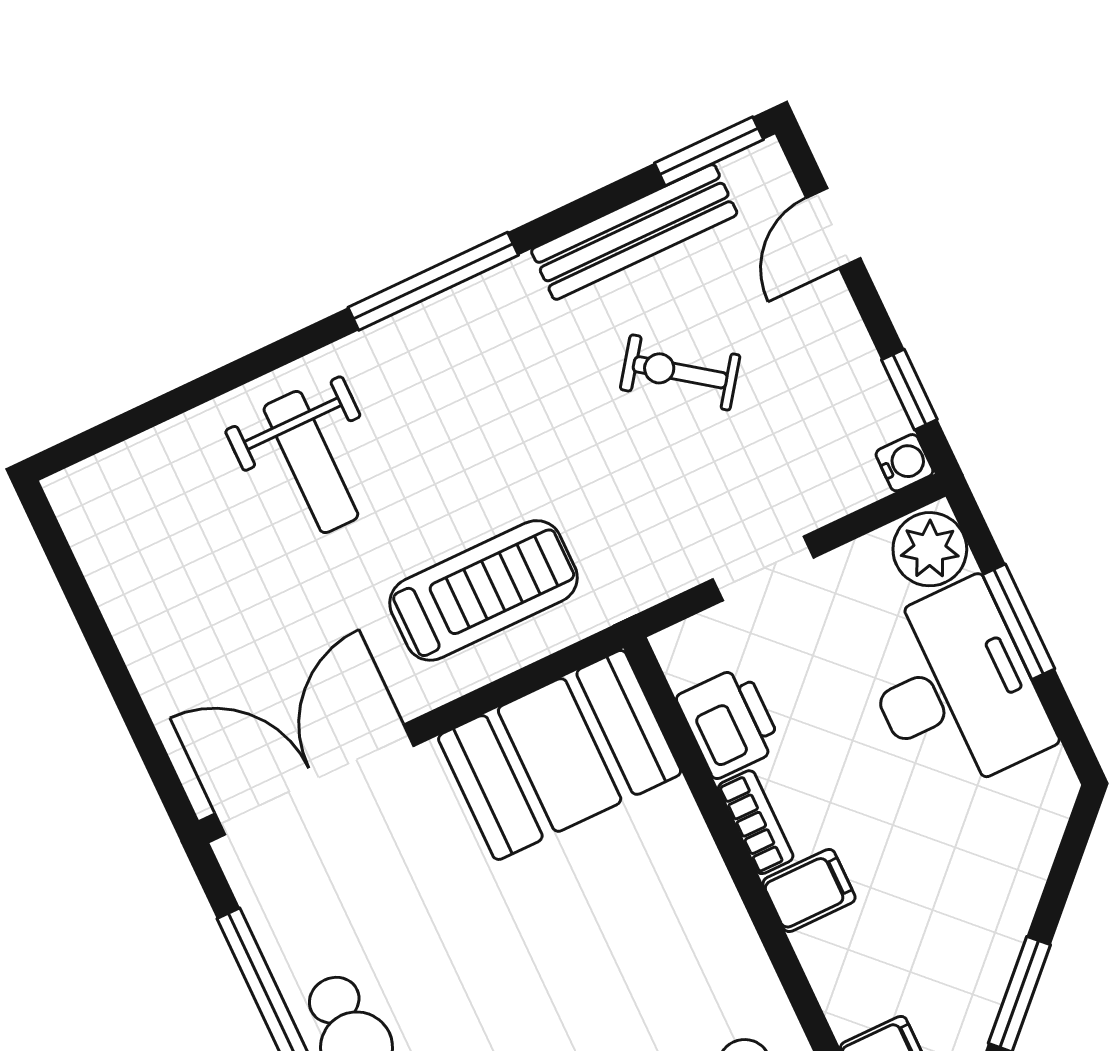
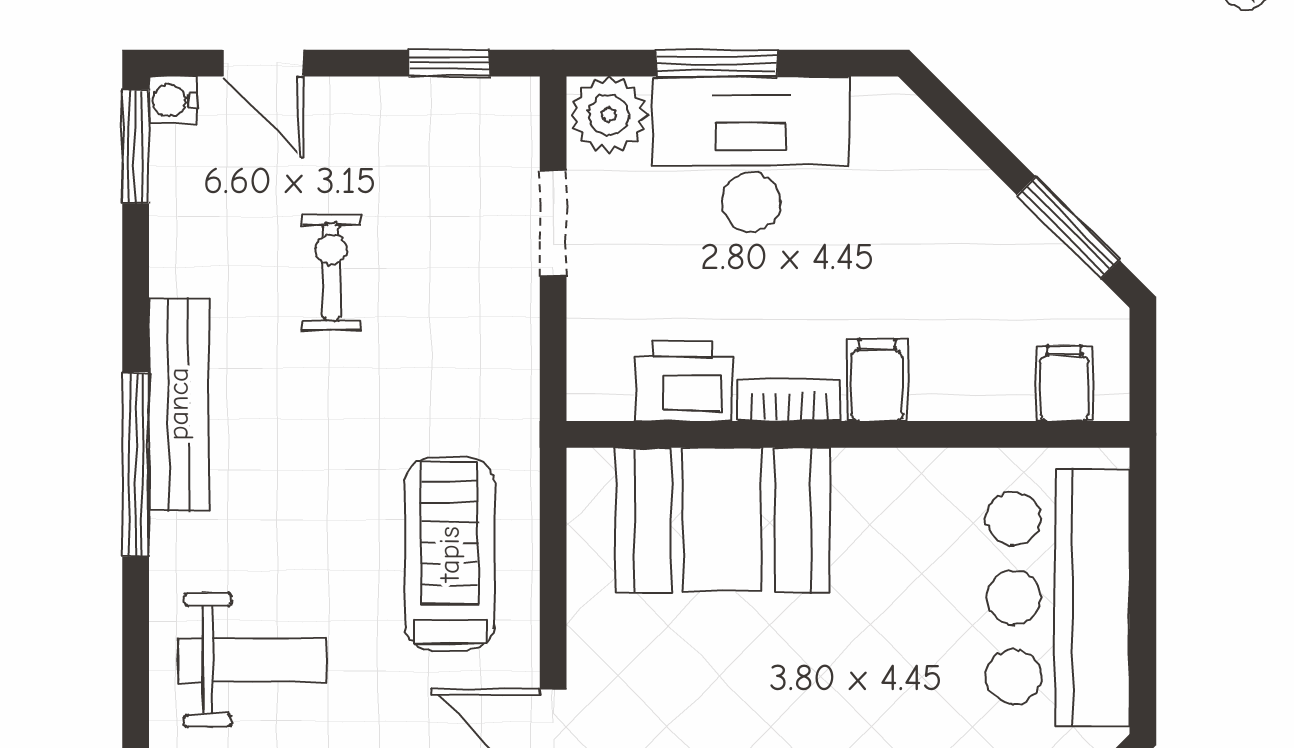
bench: (634, 232) -> (179, 404), moved
exercise bike: (680, 372) -> (331, 272), turned 144
water cooler: (904, 463) -> (173, 100), moved, turned -90
doorway: (763, 568) -> (553, 223), moved
booth: (560, 755) -> (723, 520), moved, turned 90

